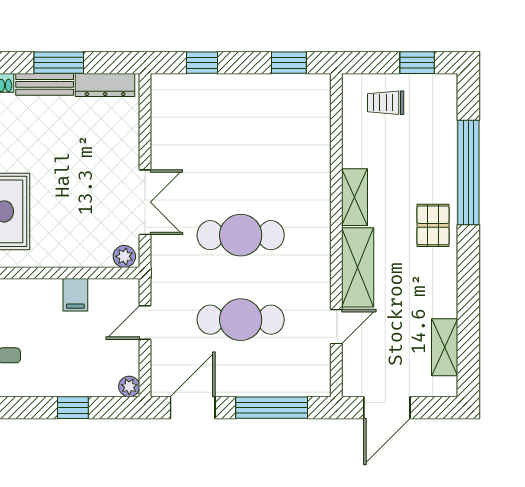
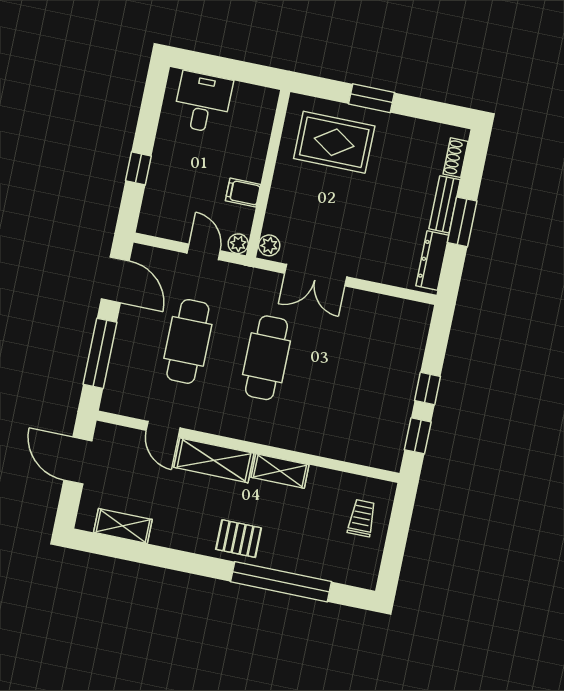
window: (202, 63) -> (428, 388), moved
window: (417, 63) -> (393, 555), removed
plant: (129, 386) -> (238, 244), moved

